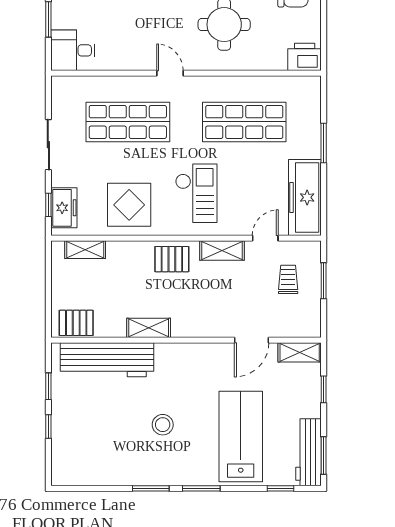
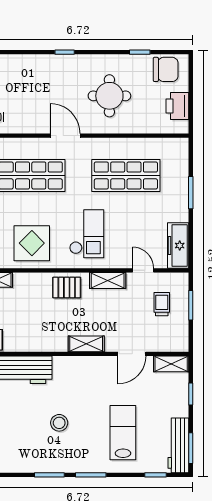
printer: (305, 57) -> (177, 106), moved, turned -90
door: (170, 73) -> (65, 136), width x1.38
freezer: (305, 197) -> (178, 246), width x0.73, depth x0.79
door: (265, 238) -> (143, 270), hinge flipped
shelving: (149, 328) -> (86, 344), moved
lab bench: (241, 437) -> (123, 433), width x0.73, depth x0.72

